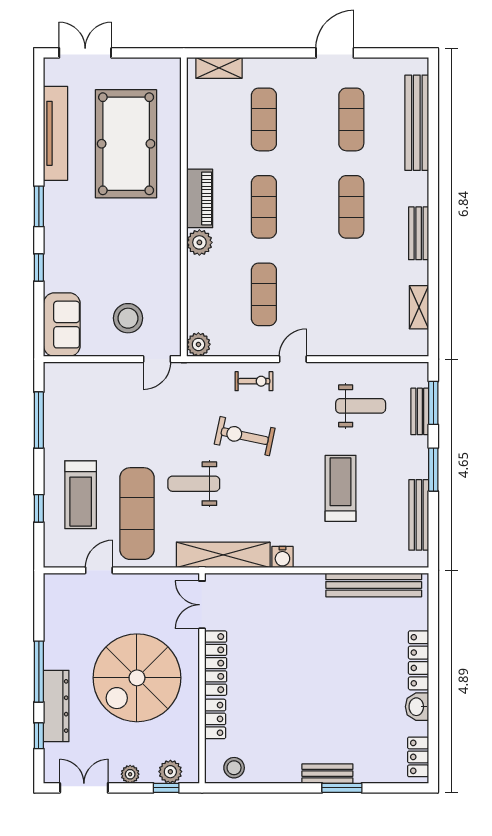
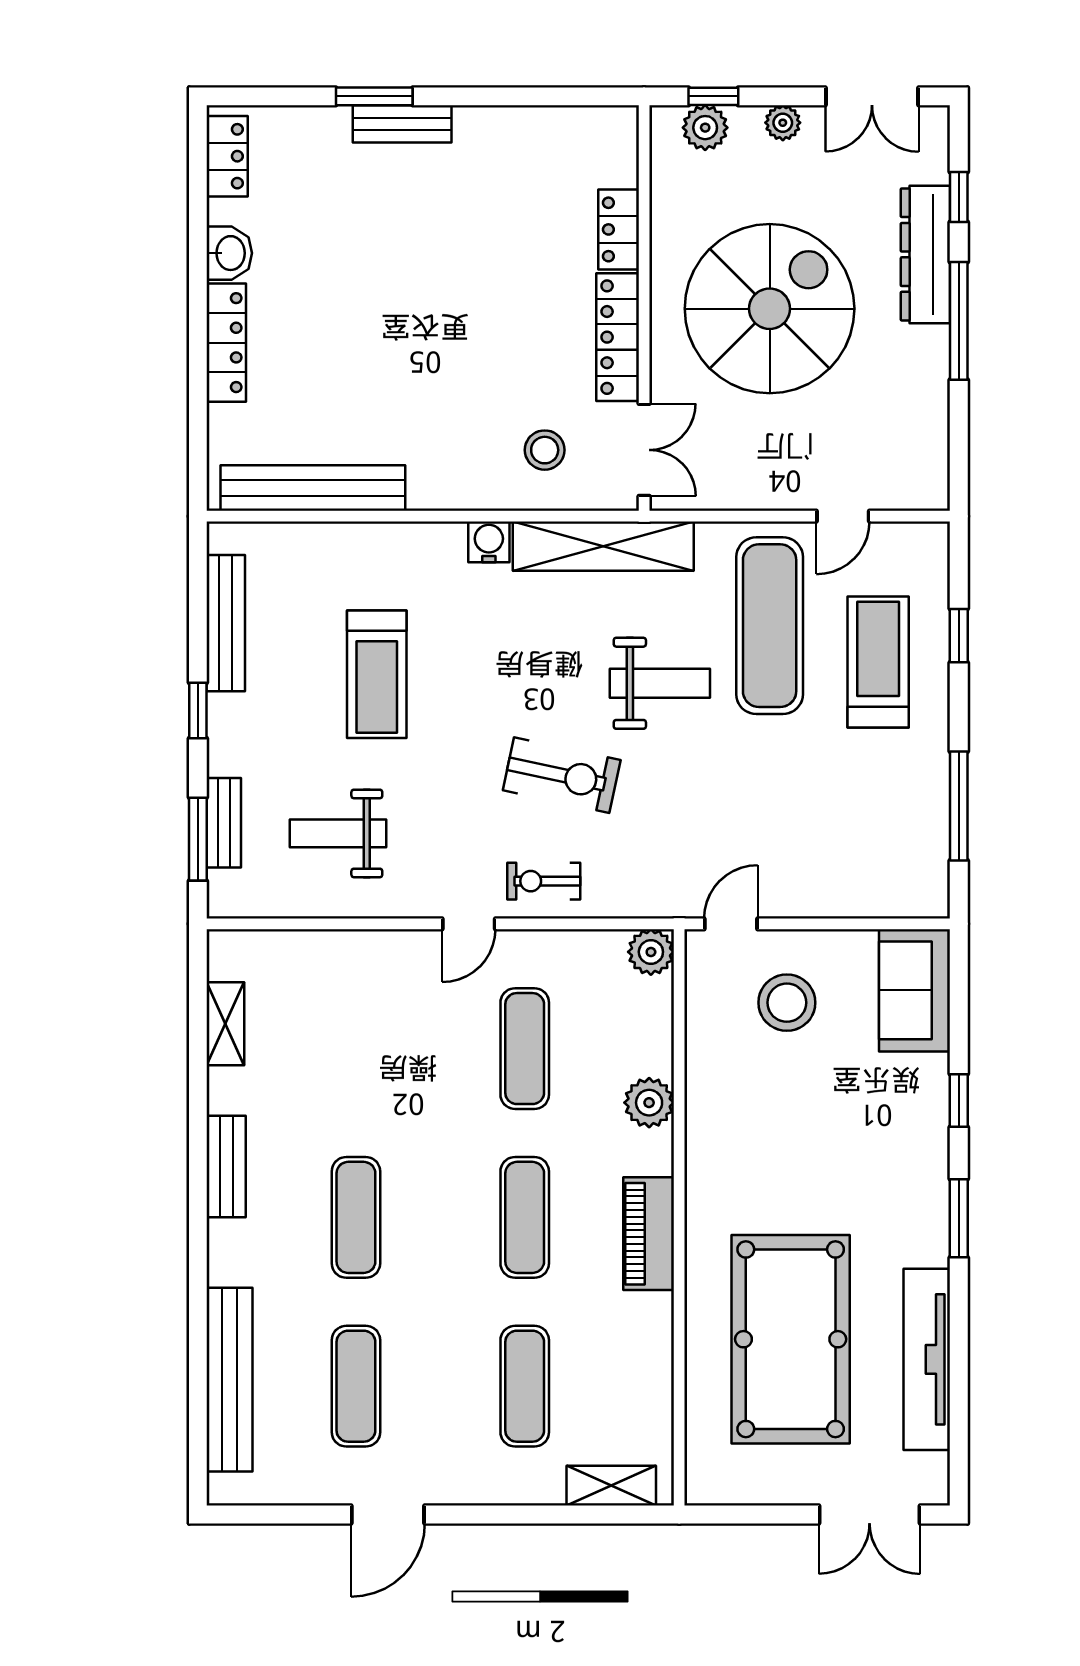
plant: (199, 242) -> (649, 1103), moved
window: (433, 470) -> (198, 711), width x0.67
stool: (234, 768) -> (545, 450), moved

